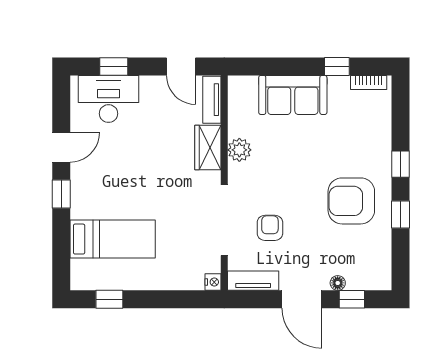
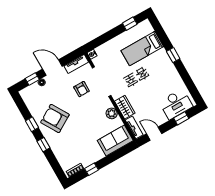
sofa: (293, 95) -> (115, 141), moved
door: (61, 147) -> (184, 74), removed
armchair: (351, 201) -> (55, 118), turned -121

